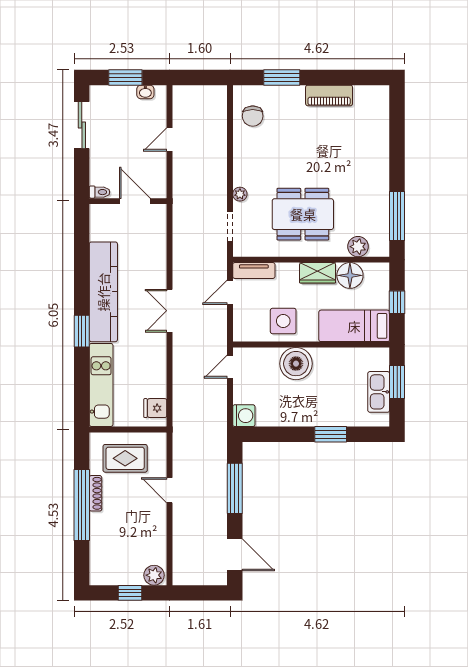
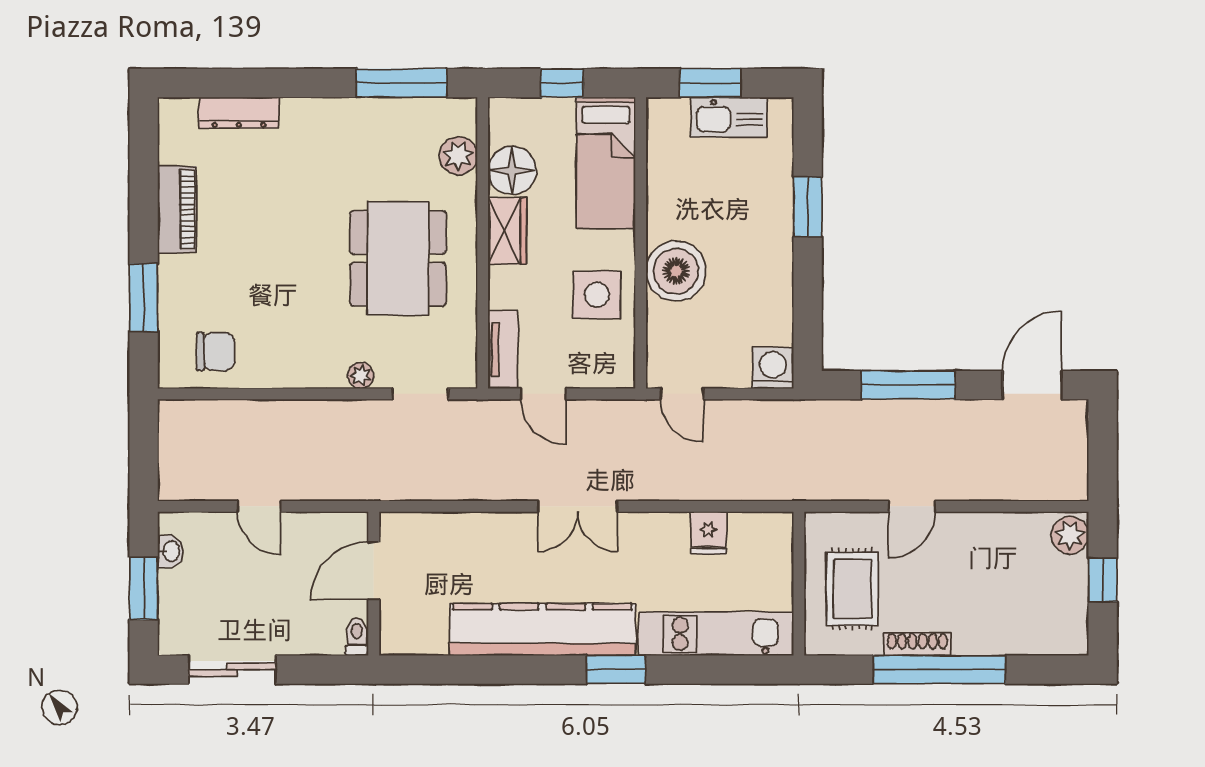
dresser: (381, 129) -> (239, 113), added
fridge: (155, 408) -> (708, 533), moved

